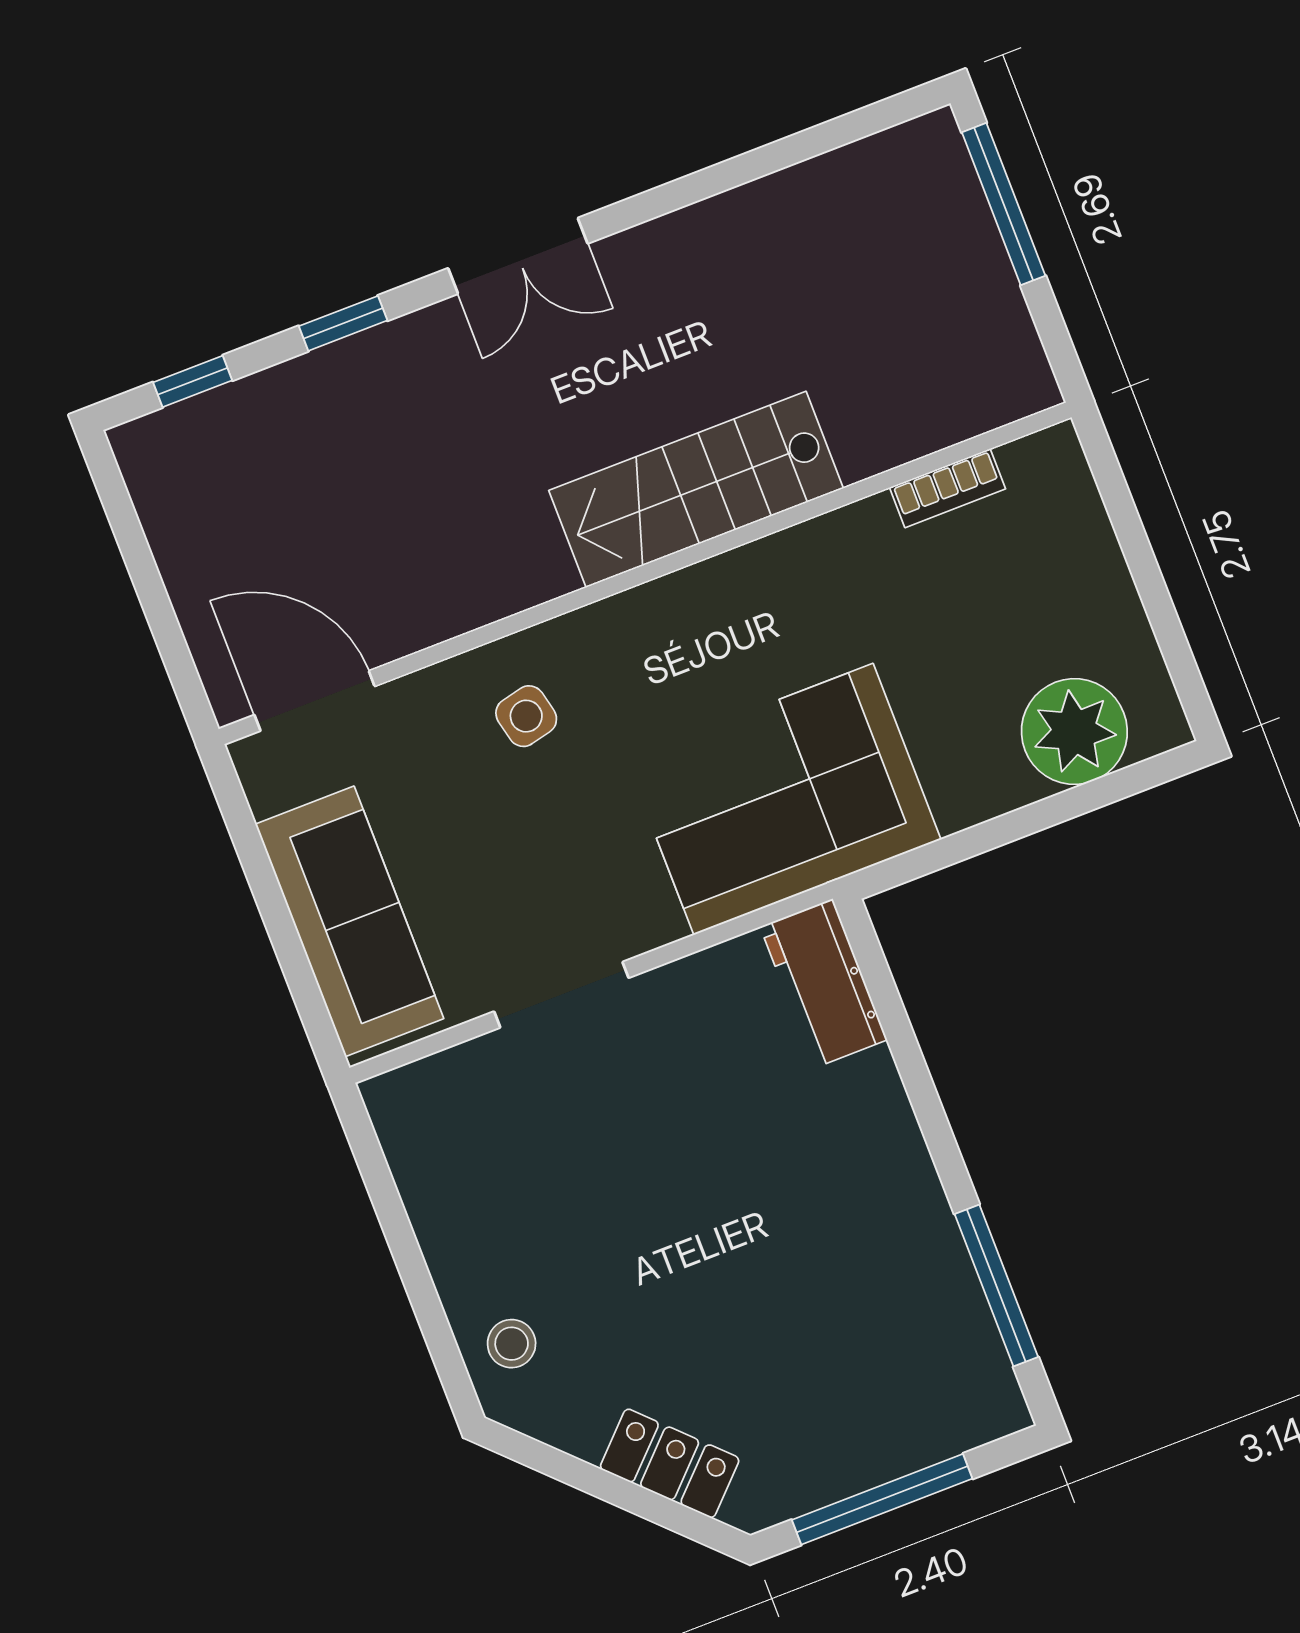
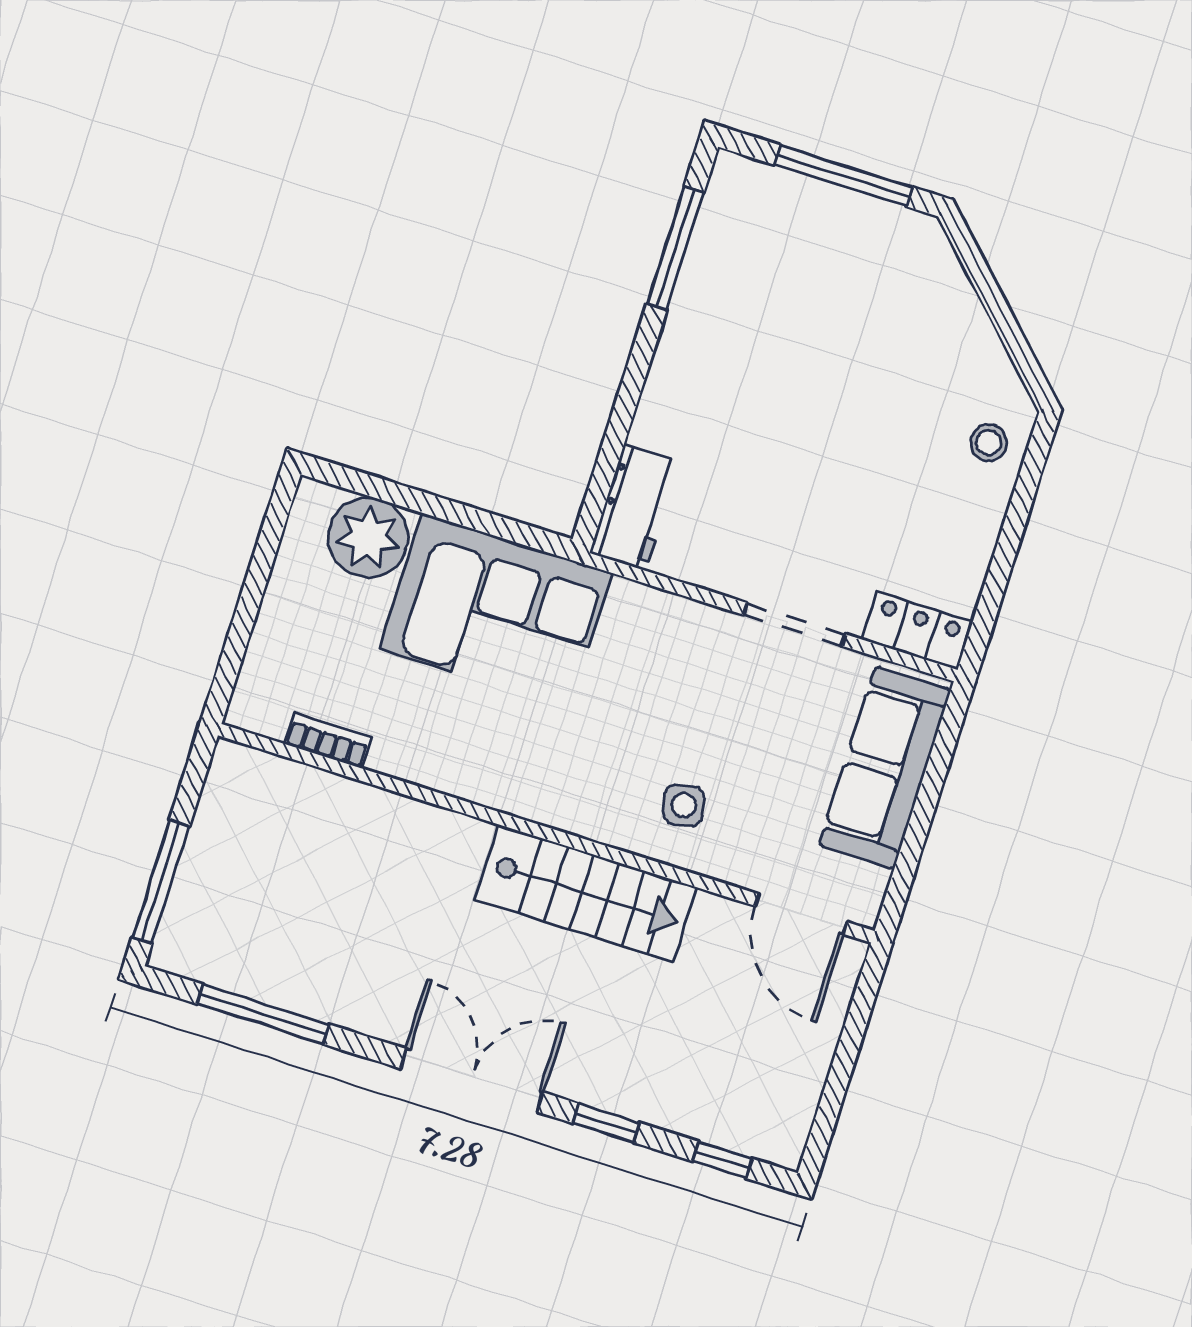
window: (788, 152) -> (263, 1014), added
double door: (518, 256) -> (471, 1080), width x1.37
stairs: (696, 489) -> (586, 893), moved
corner sofa: (783, 799) -> (496, 611), moved
locker: (670, 1463) -> (917, 631), moved, turned 135

